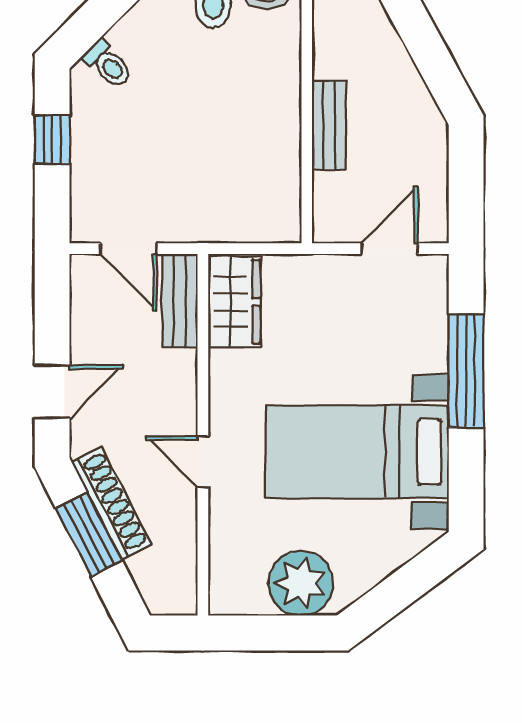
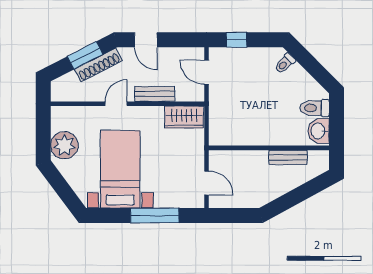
bench: (329, 125) -> (288, 157), moved
window: (52, 140) -> (236, 40), moved
door: (129, 249) -> (207, 72), hinge flipped
bench: (180, 301) -> (155, 94), moved

